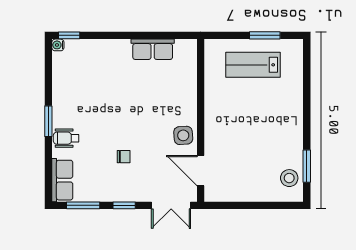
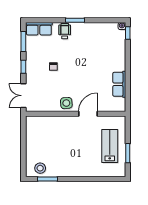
door: (201, 171) -> (88, 114), moved

